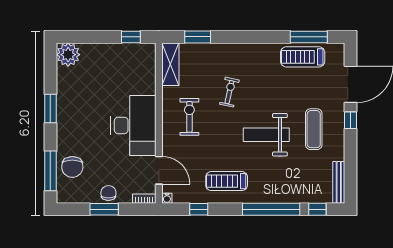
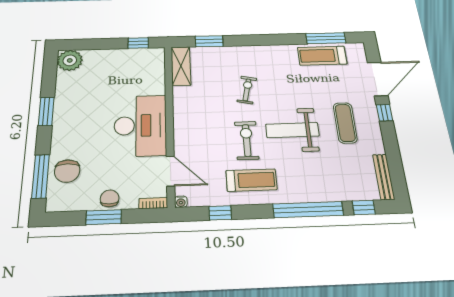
exercise bike: (189, 117) -> (247, 140), moved
treadmill: (227, 181) -> (251, 180), turned 180

